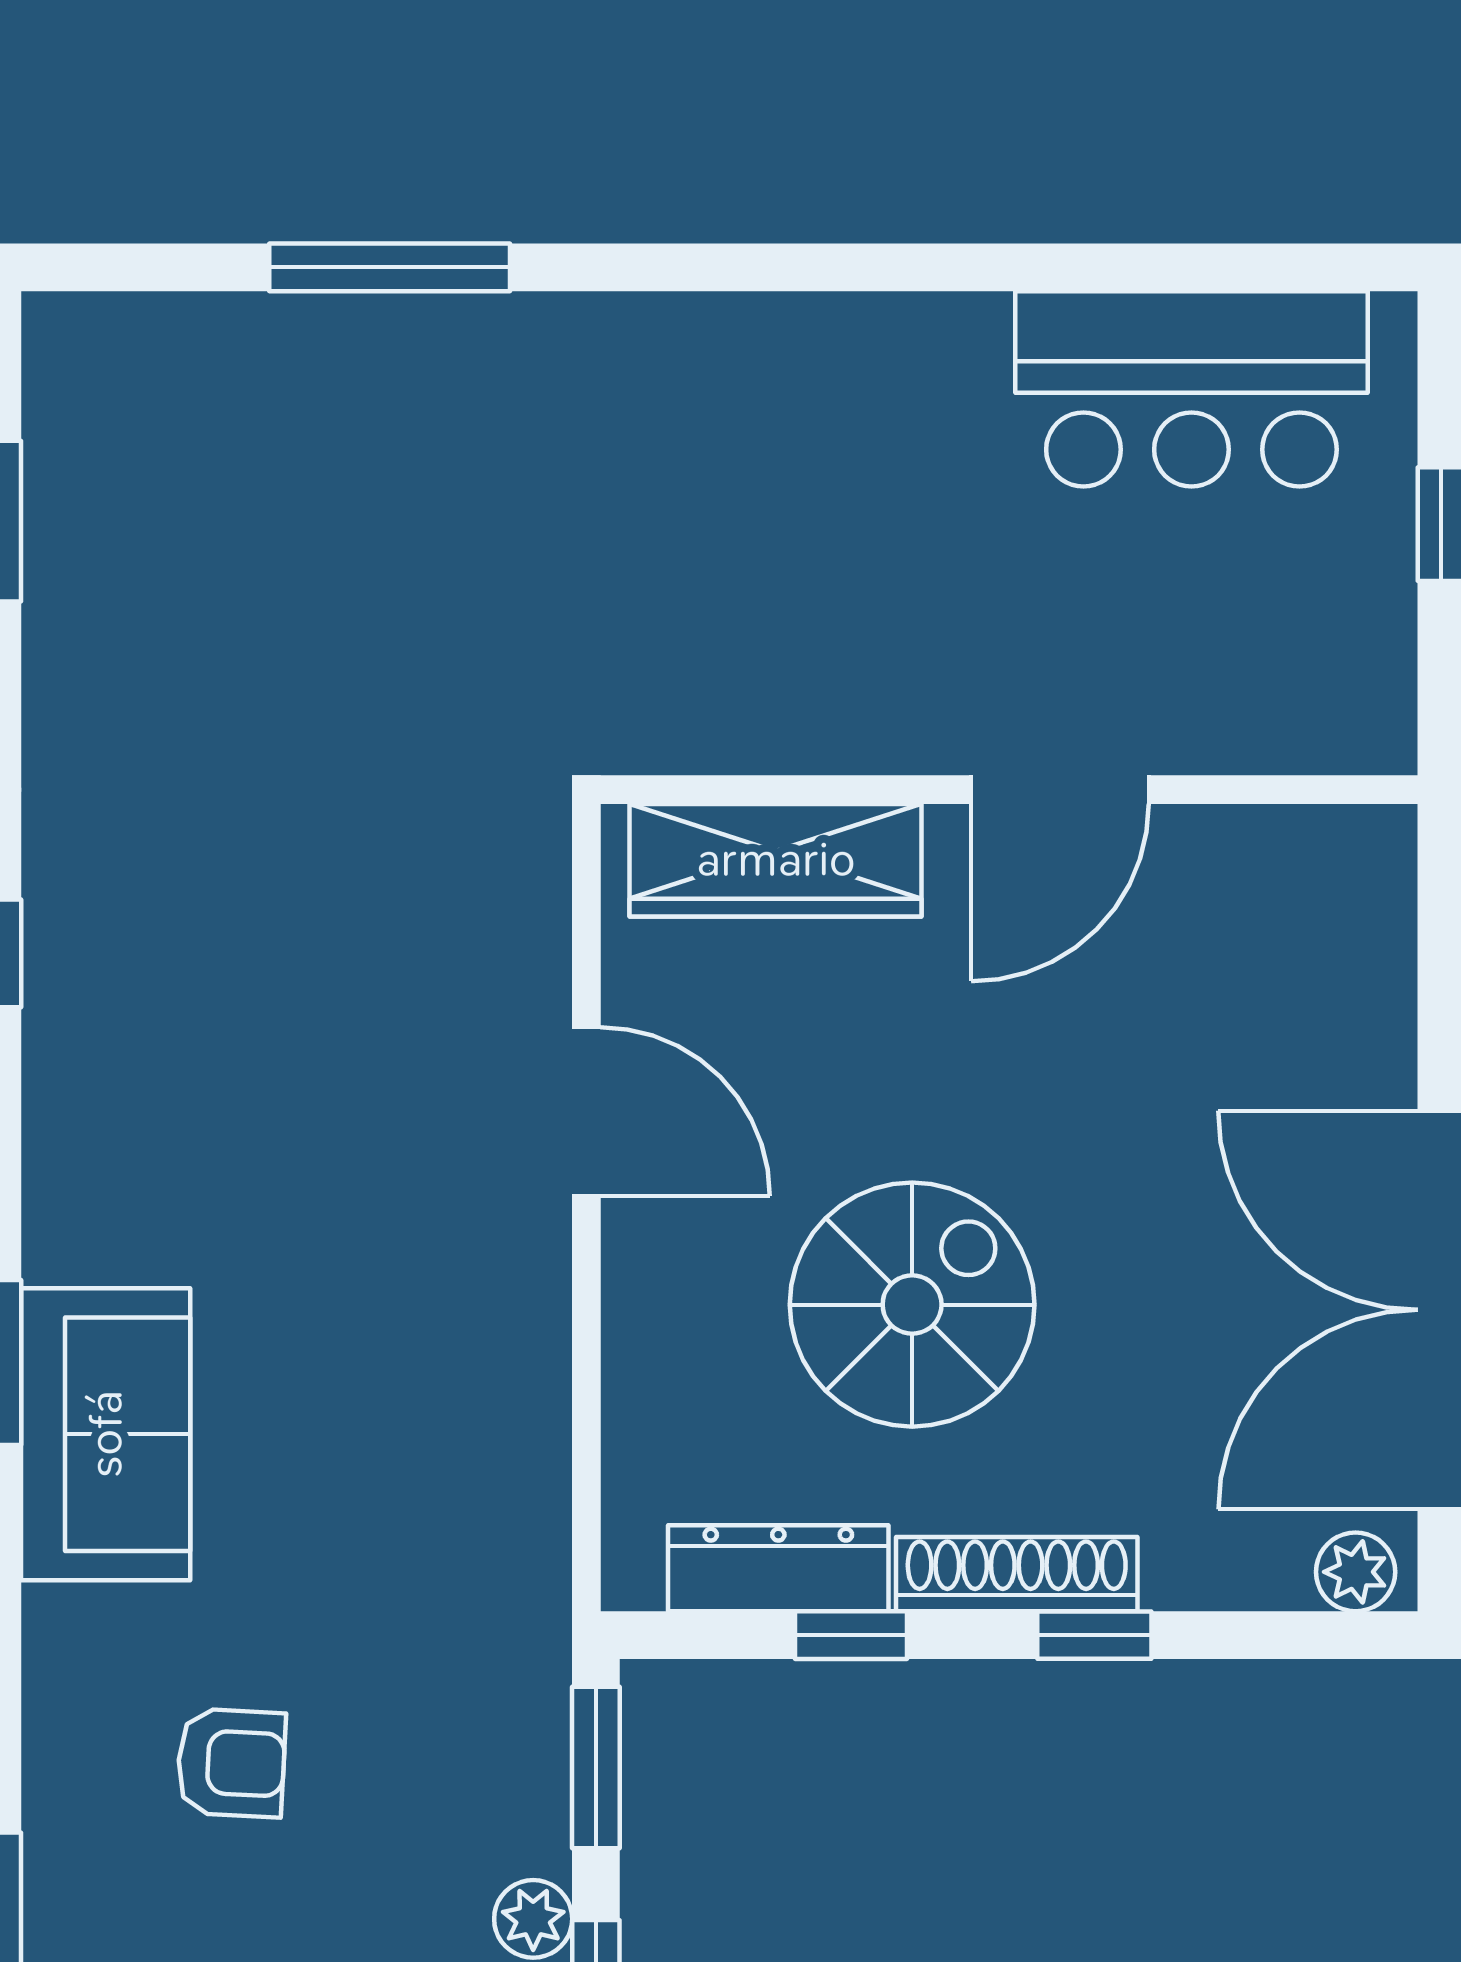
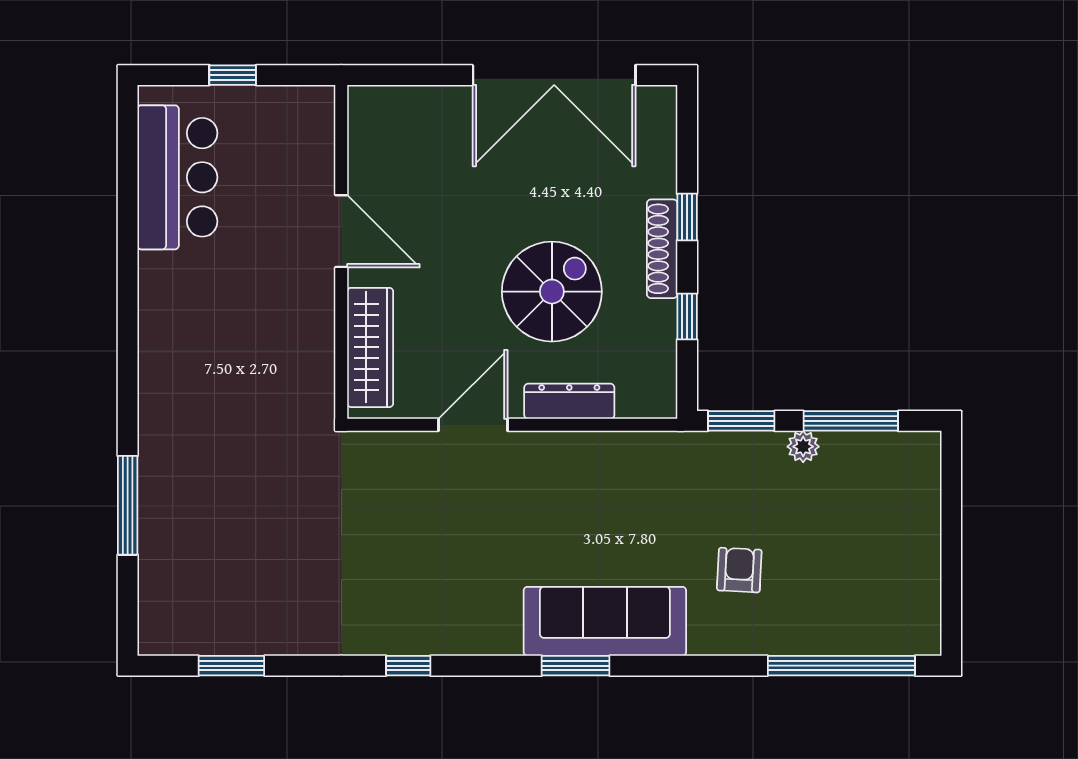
spiral stairs: (912, 1305) -> (552, 292), turned 90
sofa: (106, 1434) -> (605, 621), width x1.36
dresser: (778, 1568) -> (569, 401), moved, turned 90
plant: (1356, 1572) -> (661, 110), removed

